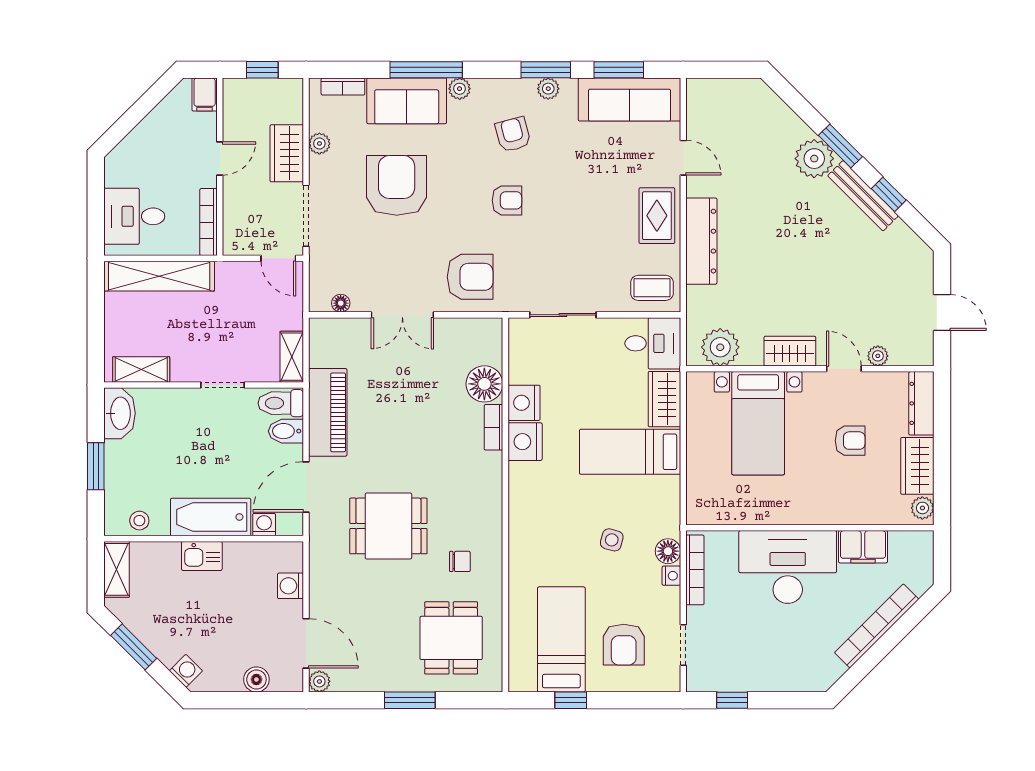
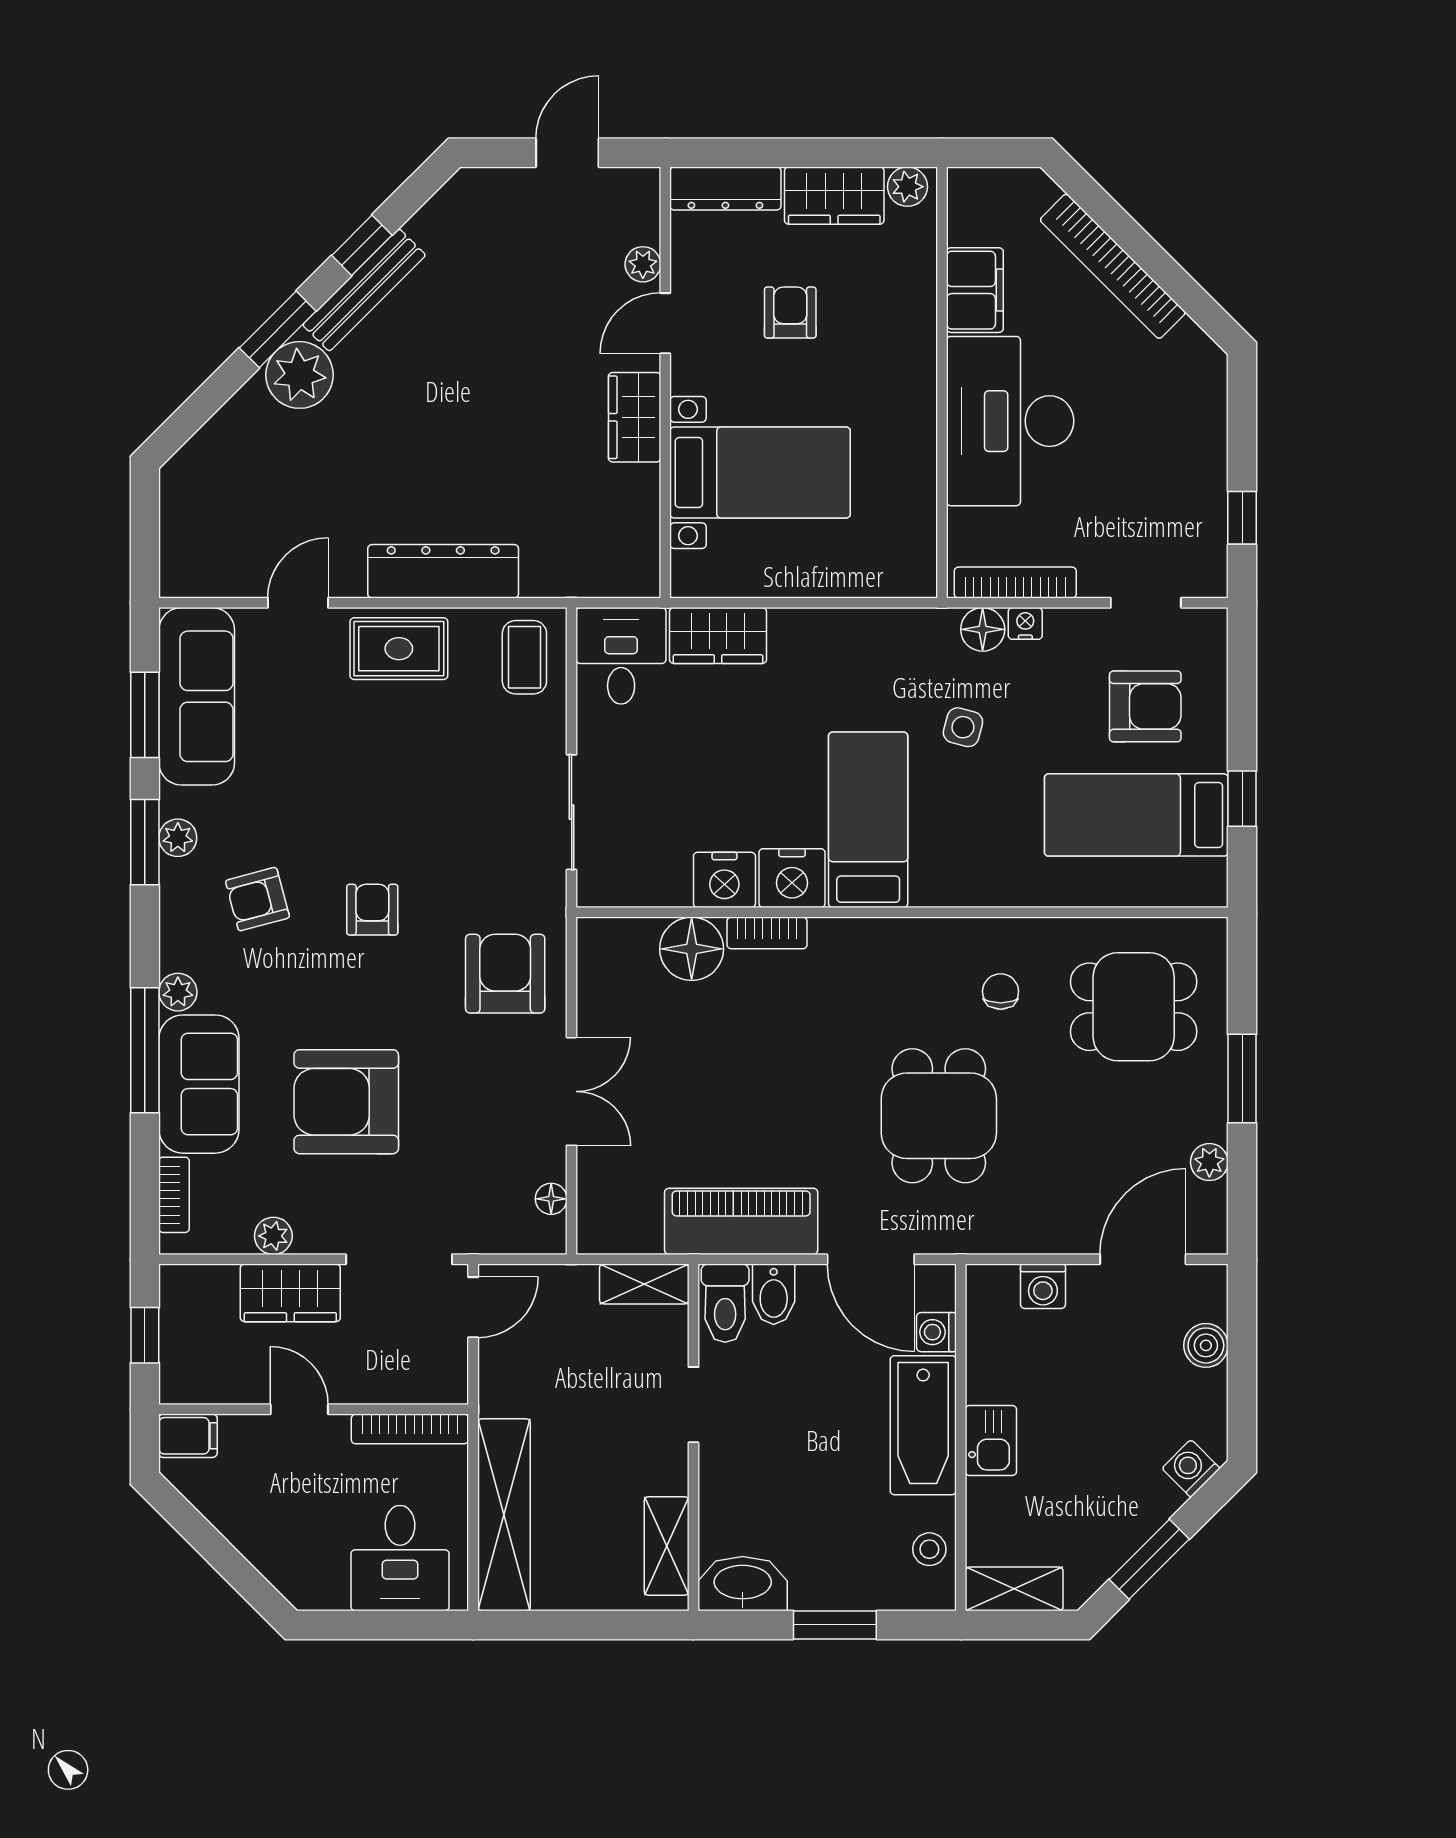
plant: (720, 347) -> (628, 538), removed
bed: (630, 452) -> (868, 820), moved, turned 180
plant: (319, 681) -> (1209, 1162), moved

